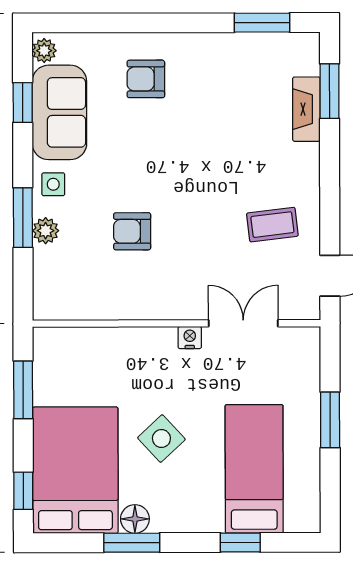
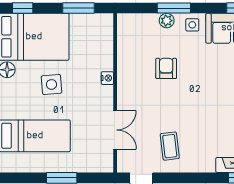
nightstand: (190, 338) -> (107, 78), moved
side table: (161, 439) -> (51, 84), turned 38

